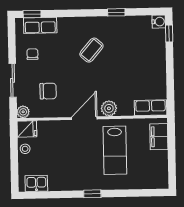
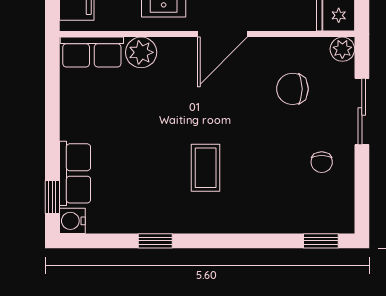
row of seats: (40, 25) -> (75, 173), moved, turned 90
coffee table: (91, 50) -> (206, 168), turned -41
plant: (109, 108) -> (141, 52), moved

